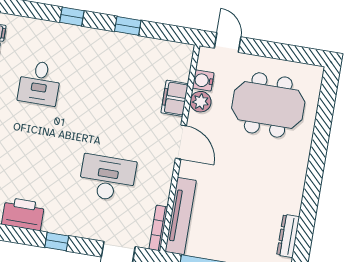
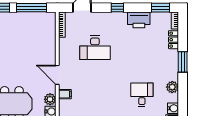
filing cabinet: (175, 98) -> (65, 94), width x0.50
tv unit: (181, 216) -> (50, 33), removed

